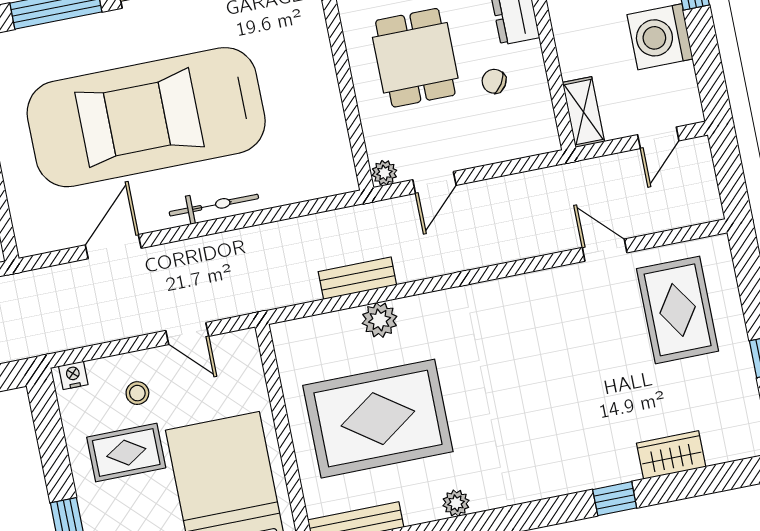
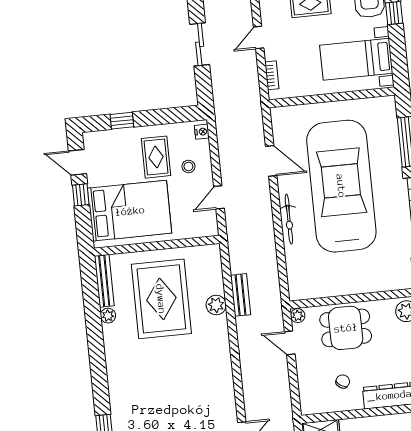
dining table: (415, 58) -> (346, 328), moved
plant: (456, 503) -> (108, 316), moved

